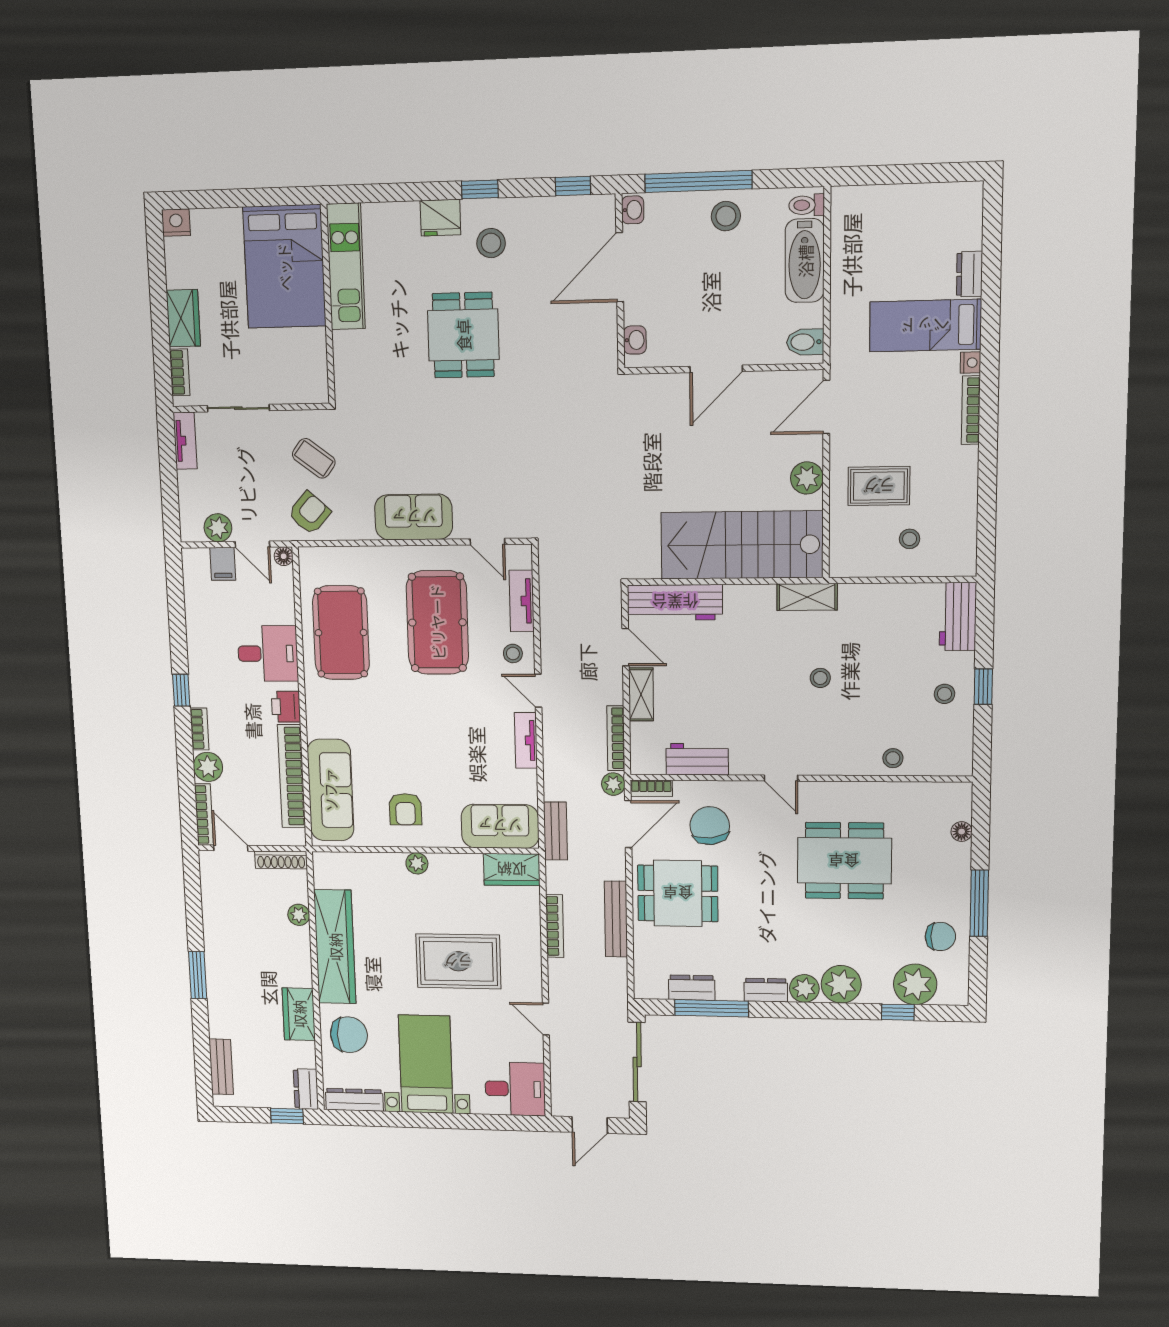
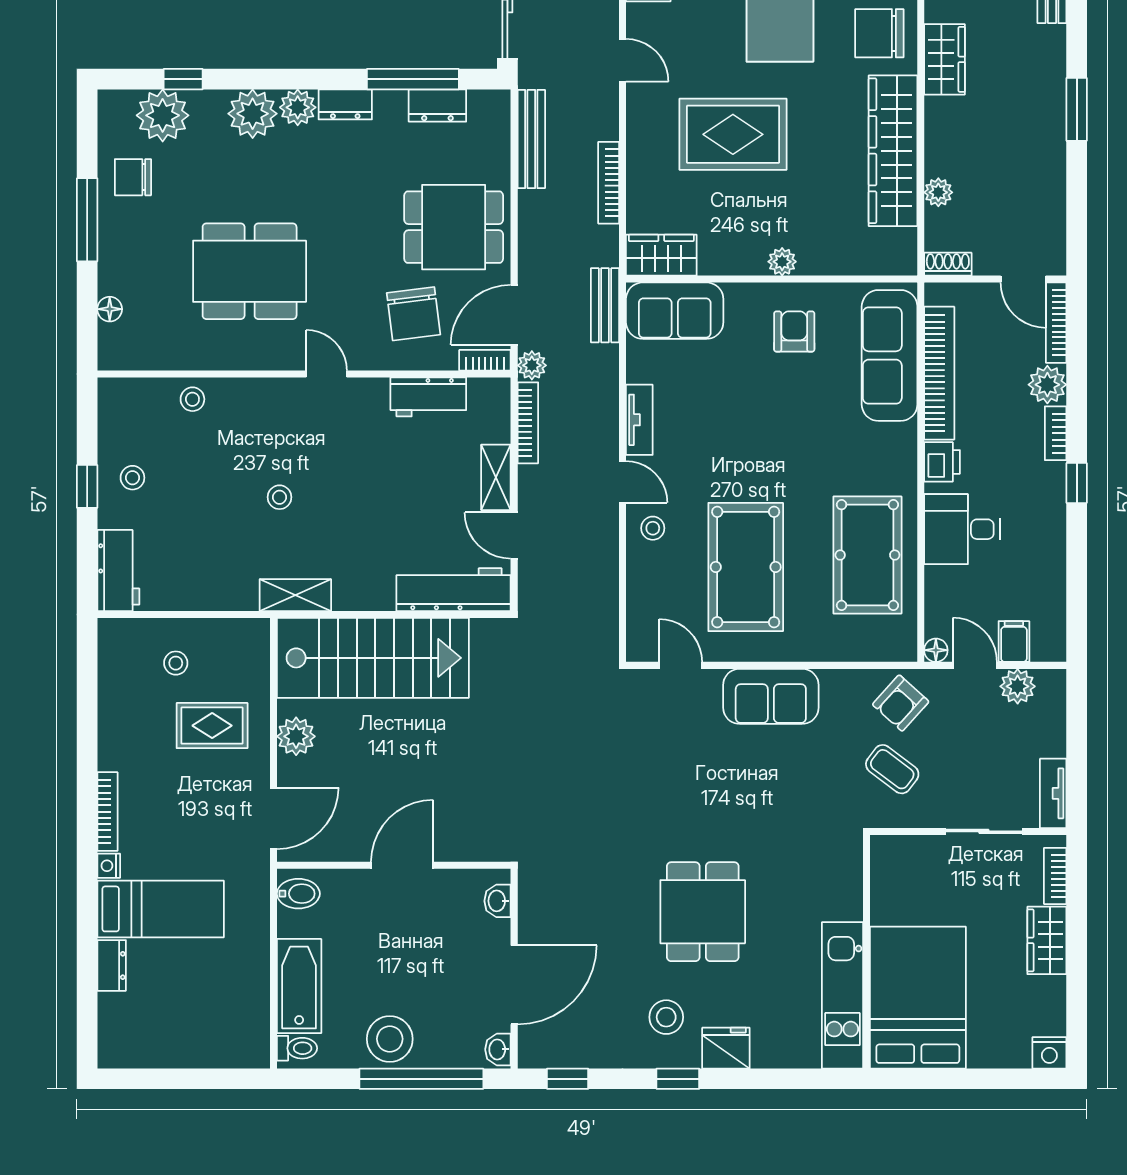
stool: (726, 216) -> (390, 1039), width x1.38, depth x1.38
tv unit: (522, 601) -> (640, 593), removed
shoe rack: (281, 860) -> (948, 264), width x0.70
bench: (616, 919) -> (531, 139), moved

